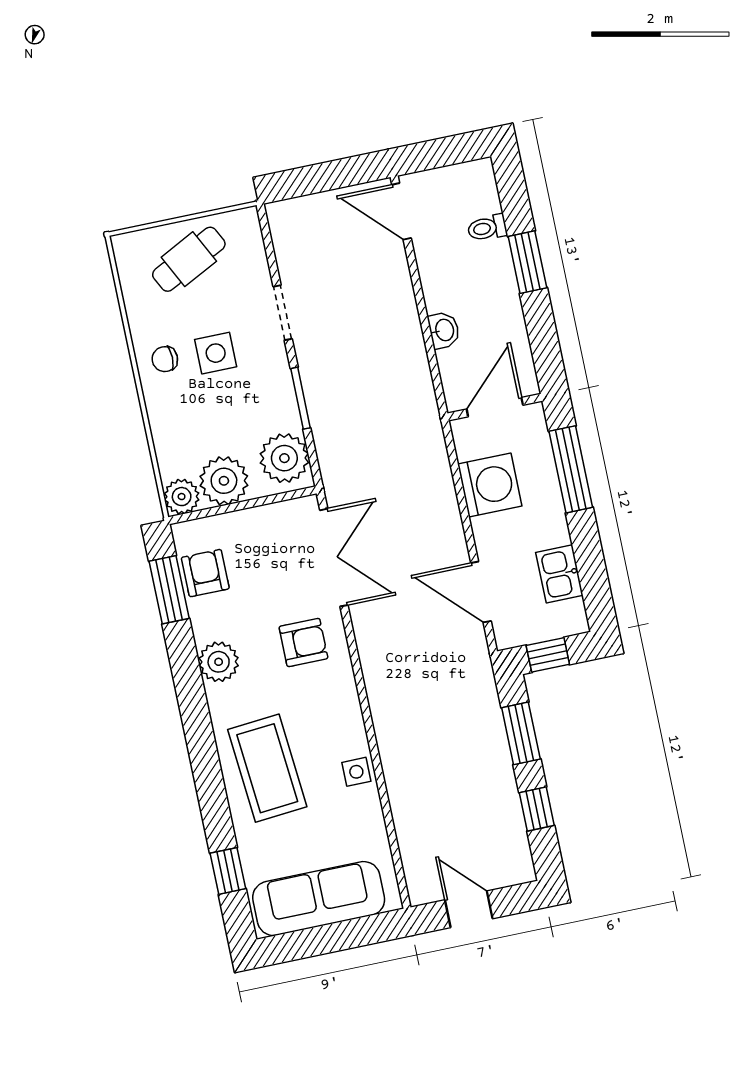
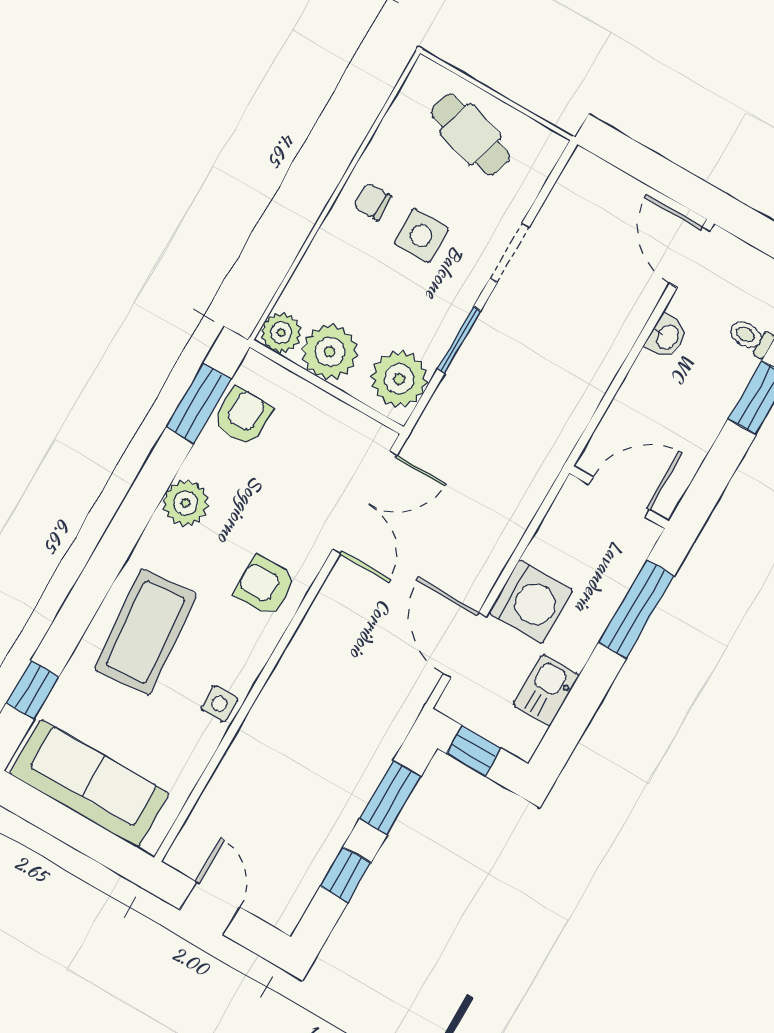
cafe table: (189, 259) -> (470, 134), turned 44
washbasin: (444, 330) -> (667, 336), moved
washing machine: (490, 485) -> (531, 602), moved
armchair: (303, 642) -> (265, 586), moved, turned 180

